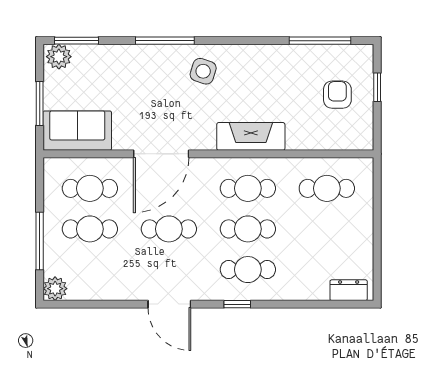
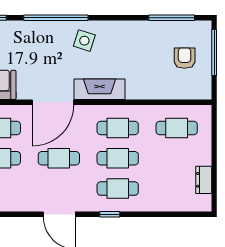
window: (165, 41) -> (56, 18), width x1.46
window: (377, 87) -> (214, 53), width x2.17
fireplace: (251, 136) -> (99, 89), moved
dresser: (349, 290) -> (204, 180), moved, turned -90

